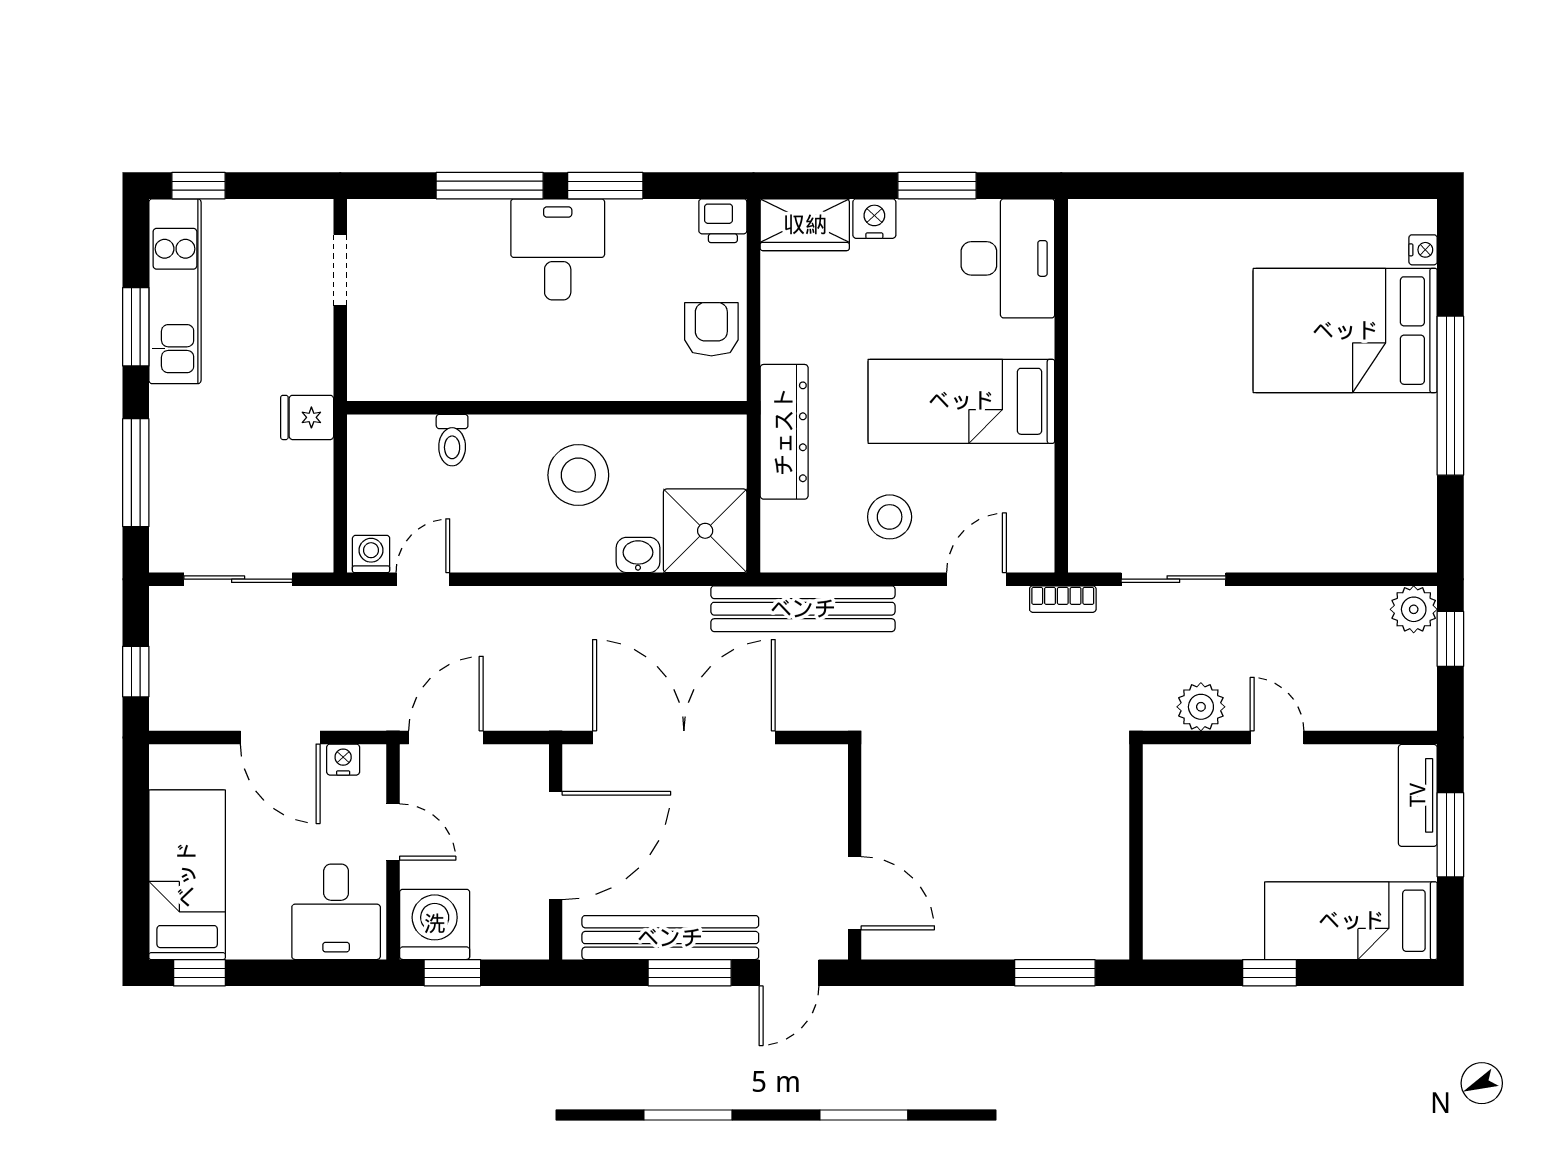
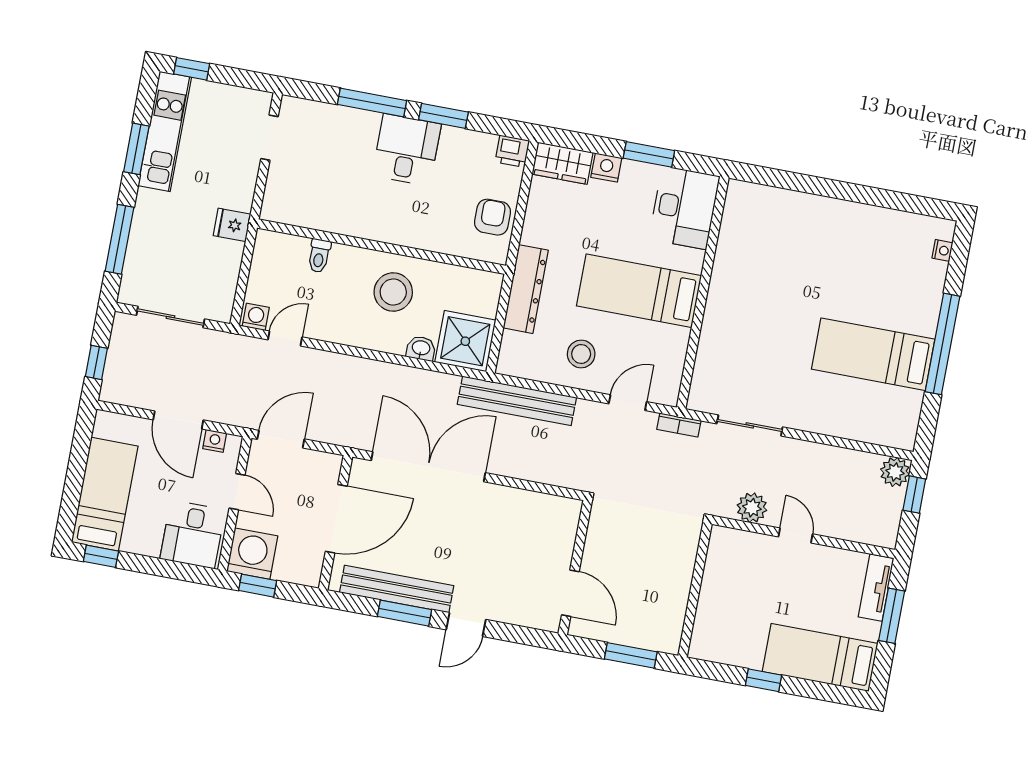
bed: (1345, 331) -> (873, 354), moved, width x0.67
wall: (855, 852) -> (575, 568), moved
door: (855, 893) -> (570, 593), moved

